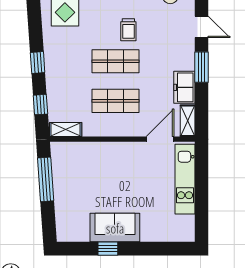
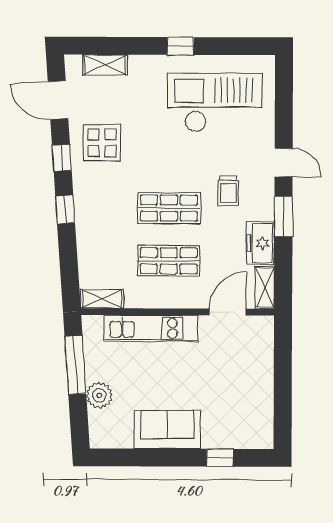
trolley: (128, 30) -> (228, 191), moved
window: (40, 105) -> (62, 158), moved
kitchen unit: (185, 179) -> (151, 328), moved, turned -90
plant: (64, 202) -> (99, 395), added
window: (108, 249) -> (220, 458), moved

